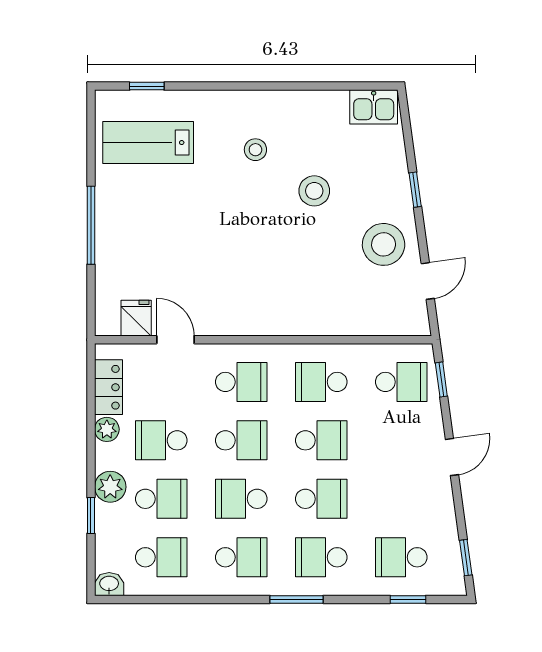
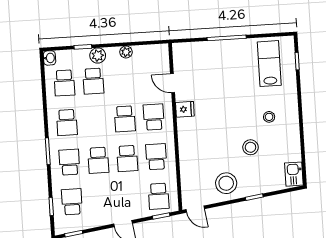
door: (428, 281) -> (195, 209), moved
fridge: (136, 318) -> (185, 109), moved
door: (175, 340) -> (172, 83), swing flipped
school desk: (241, 382) -> (154, 117), turned 180
locker: (109, 387) -> (147, 52), removed
school desk: (161, 440) -> (122, 79), removed
school desk: (241, 499) -> (96, 121), removed

